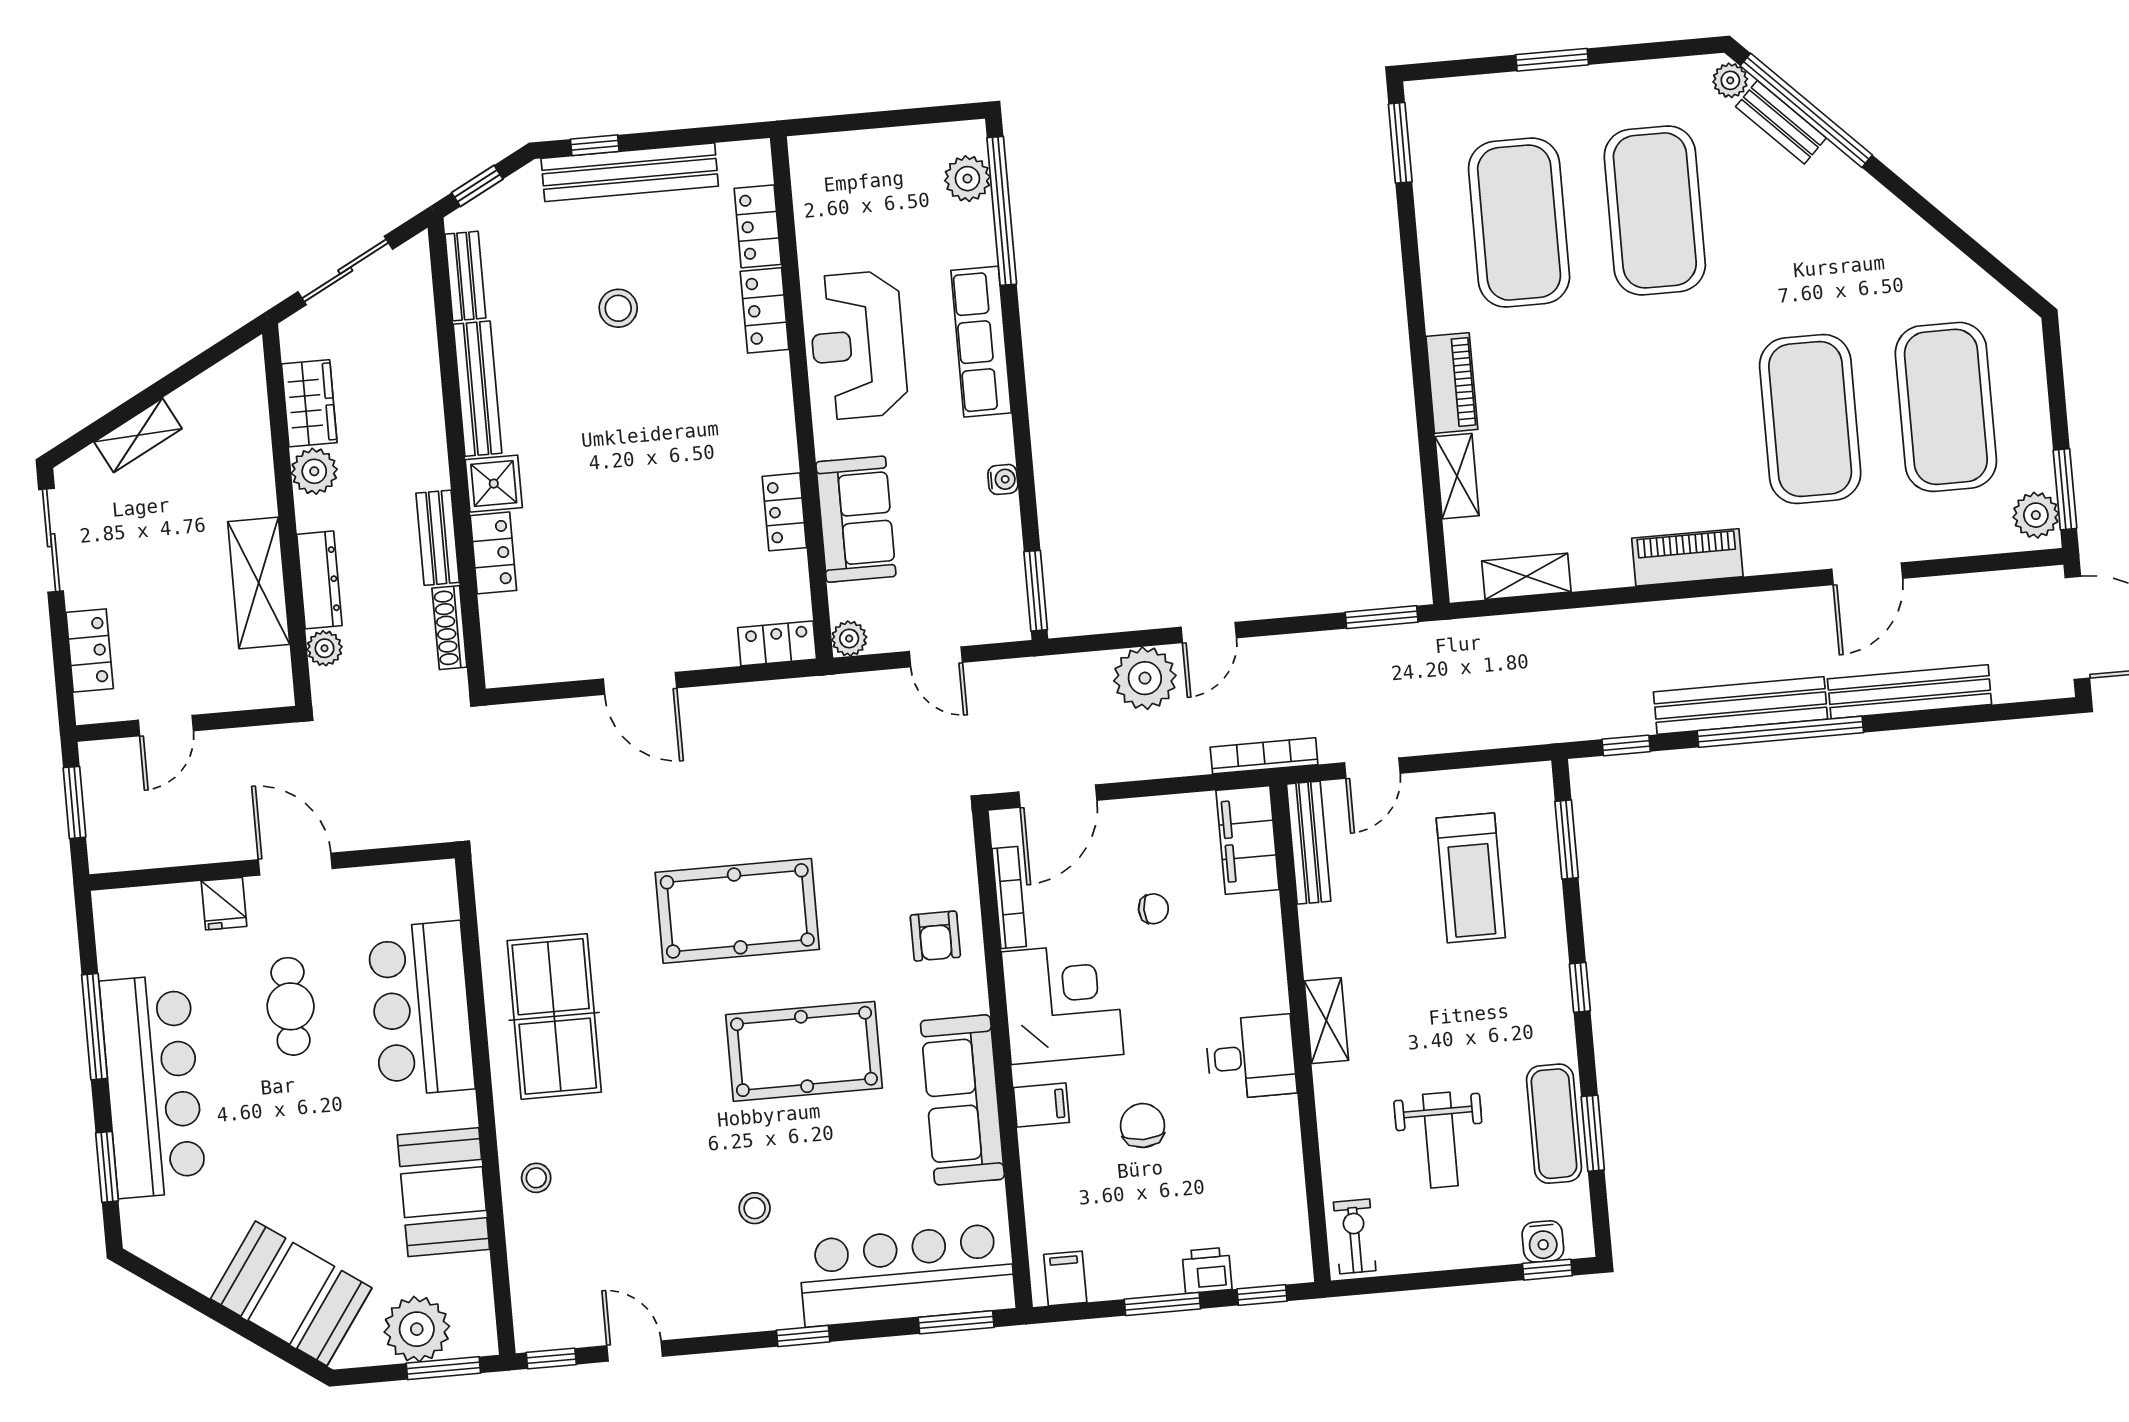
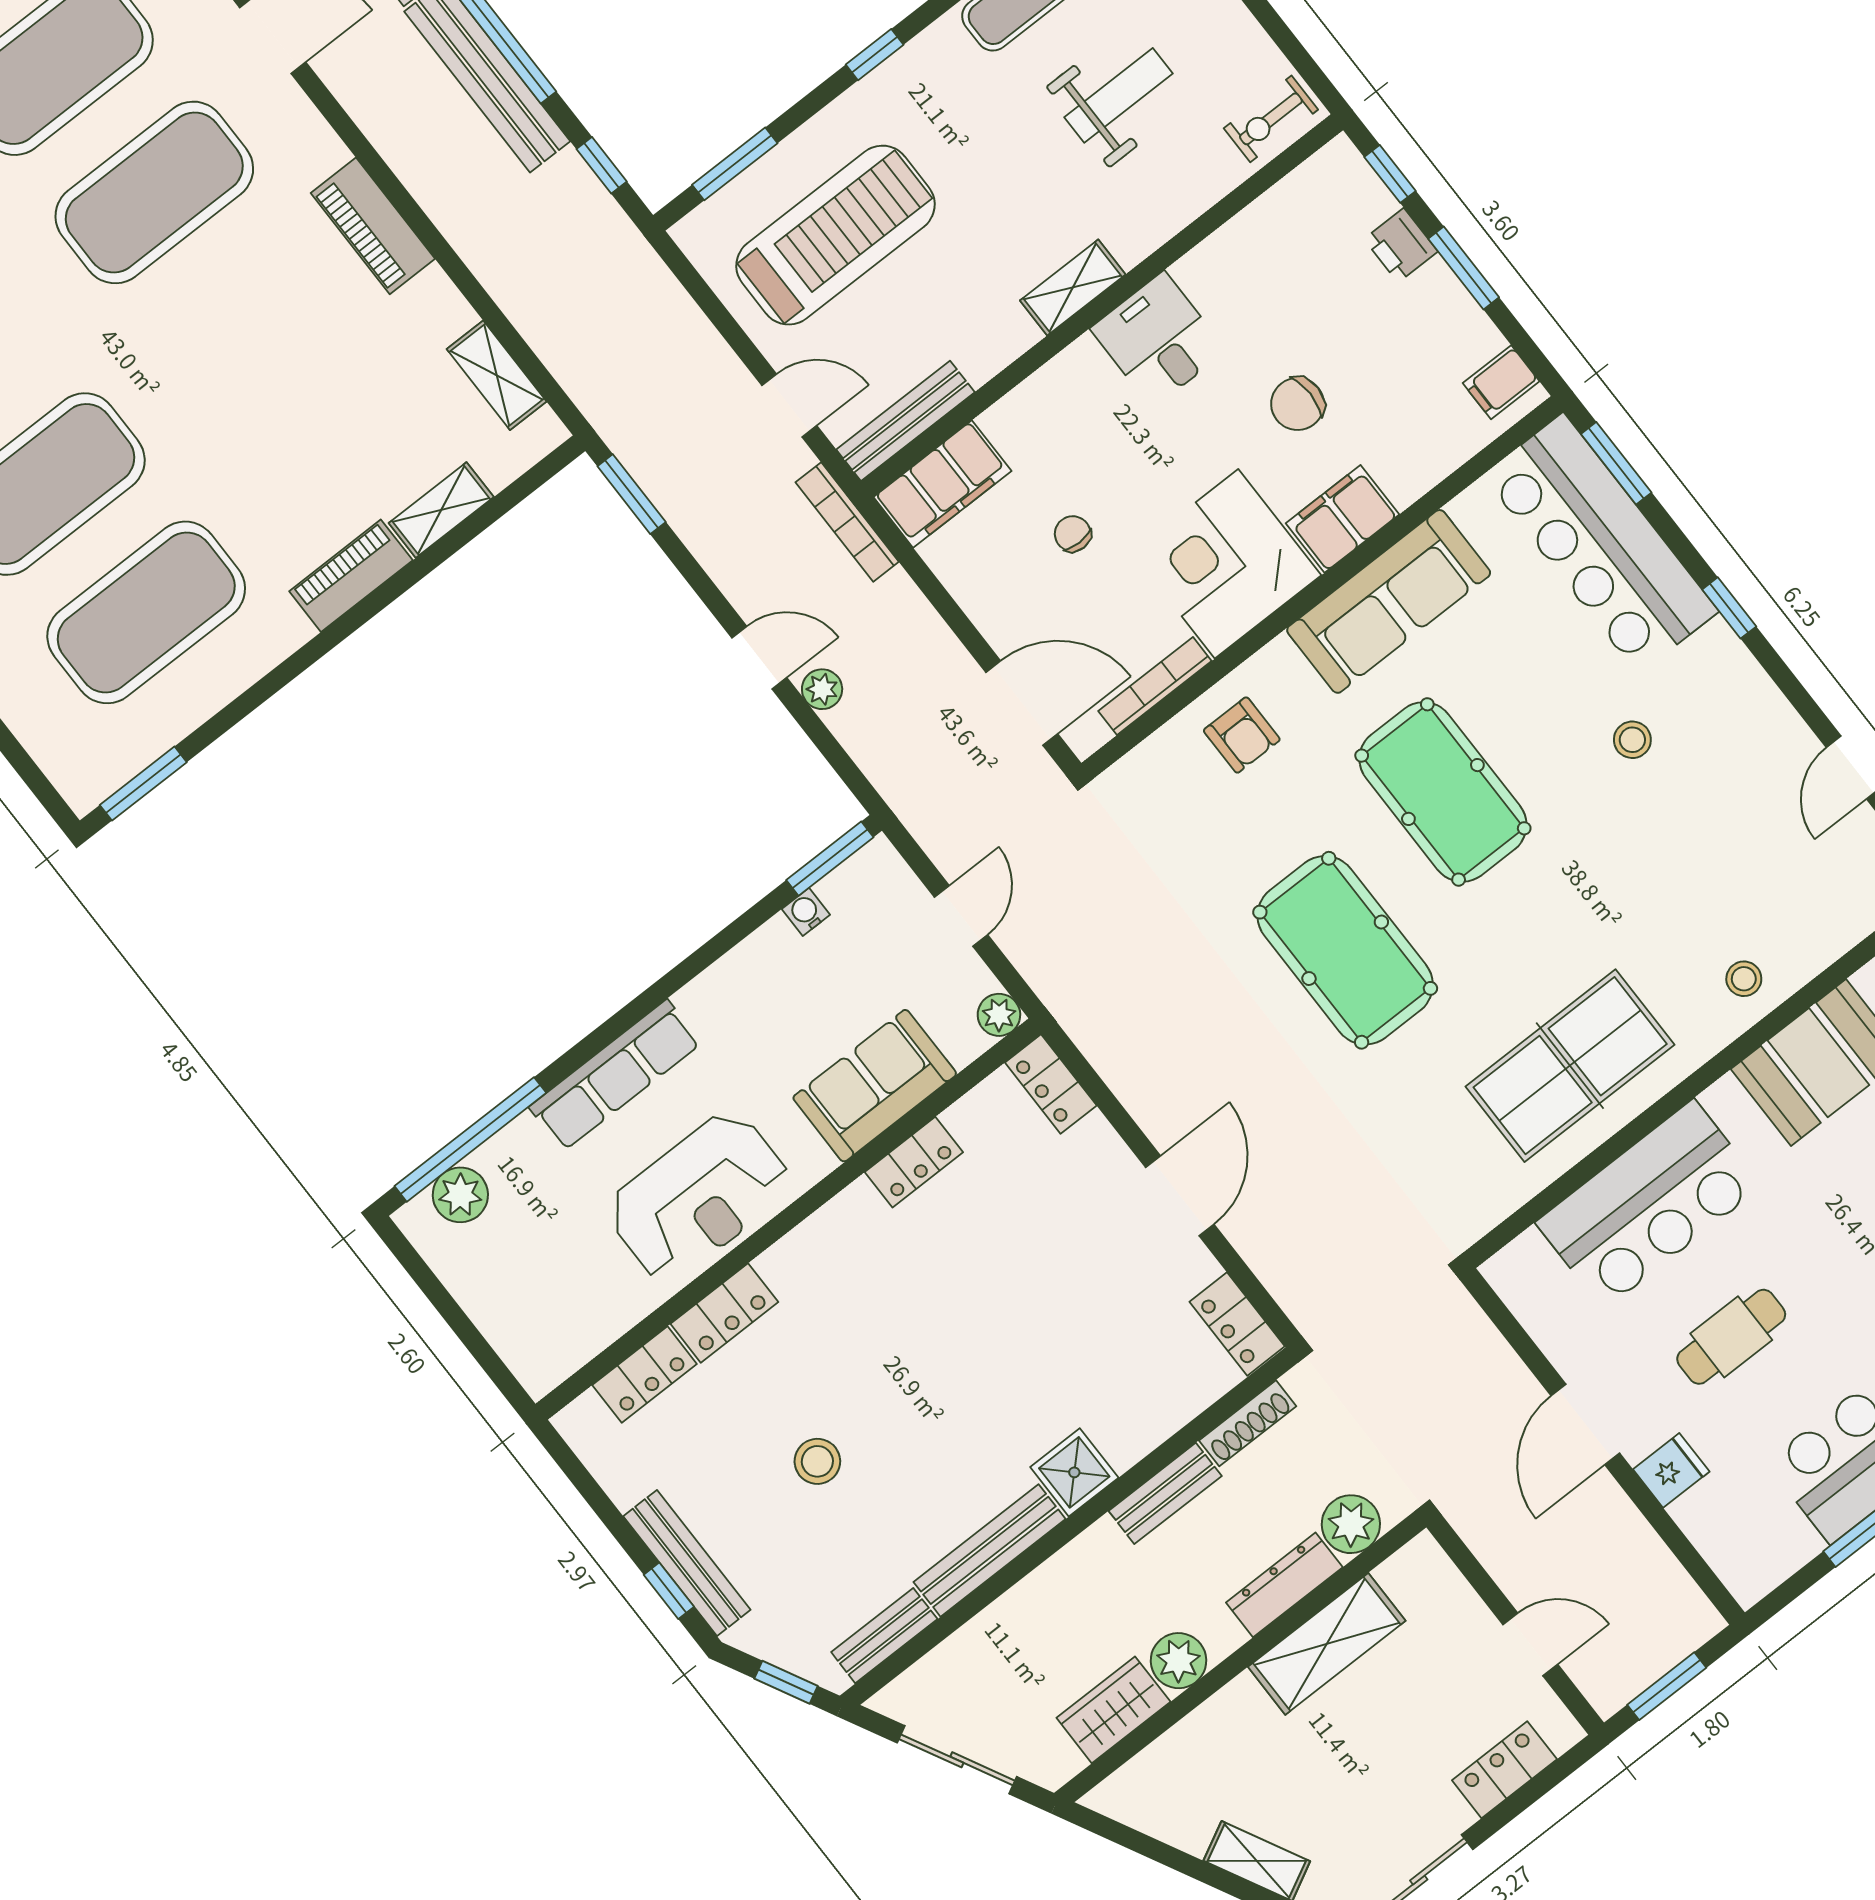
bench: (630, 172) -> (687, 1563), width x0.73, depth x0.82
water cooler: (1003, 479) -> (806, 912), moved
locker: (493, 553) -> (1237, 1324), moved, turned -90
plant: (325, 648) -> (1351, 1524), width x1.38, depth x1.38
plant: (1145, 678) -> (822, 689), width x0.53, depth x0.53
treadmill: (1471, 878) -> (836, 235), width x1.37, depth x1.38
armchair: (935, 936) -> (1242, 735), turned 90
filing cabinet: (1041, 1105) -> (1343, 519), width x2.00

